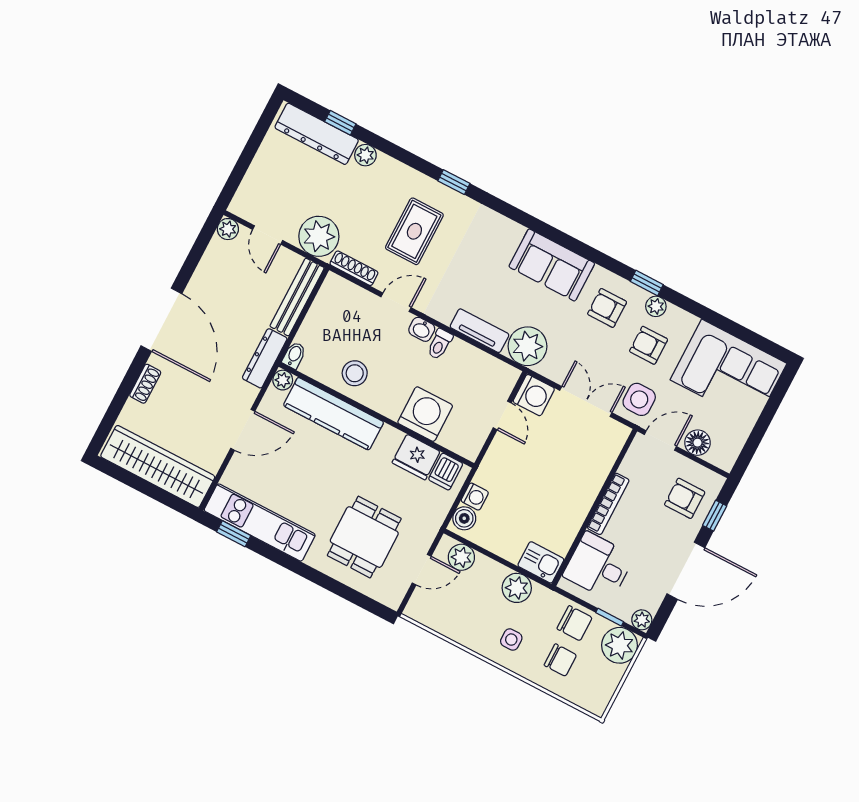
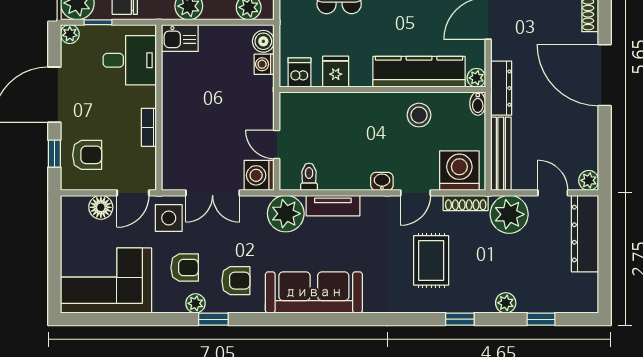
dresser: (317, 134) -> (585, 234), moved, turned -90
window: (454, 182) -> (460, 319), moved
sofa: (552, 265) -> (314, 292), width x1.36
toilet: (440, 344) -> (309, 177), moved
washing machine: (425, 414) -> (459, 171), moved, turned 180
fridge: (416, 457) -> (336, 72), width x0.72
bookcase: (608, 504) -> (149, 127), width x0.64

